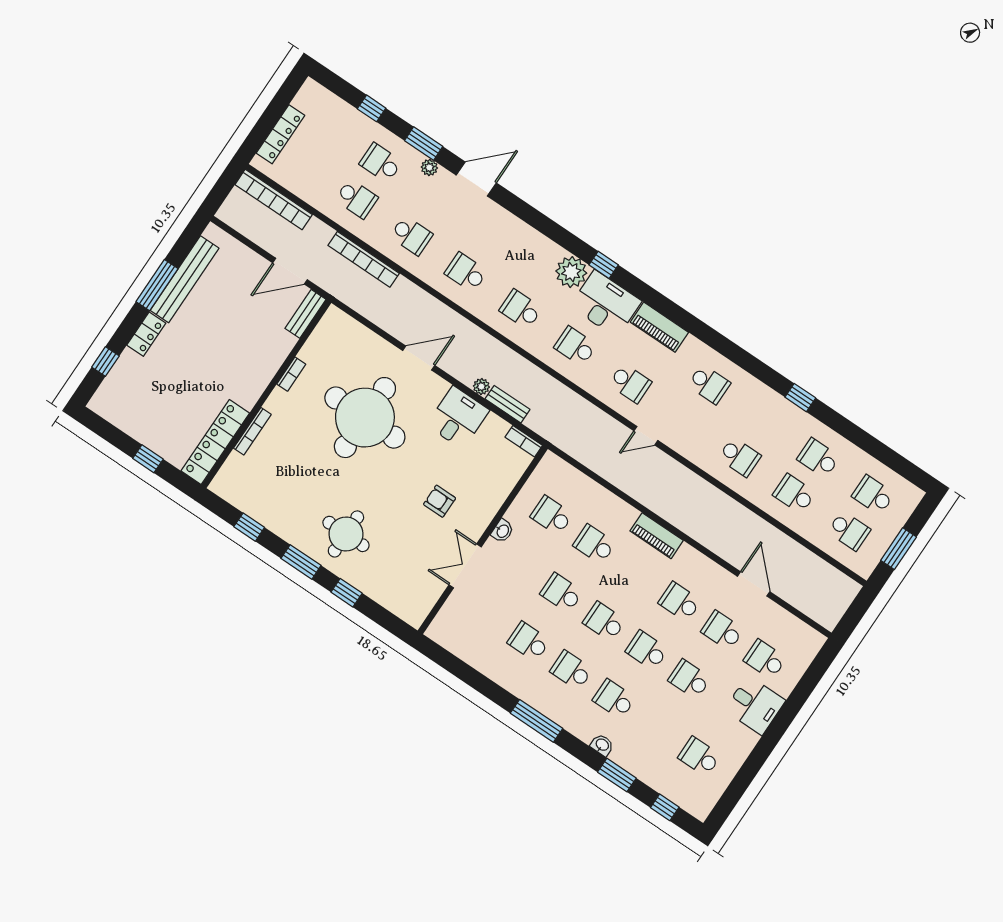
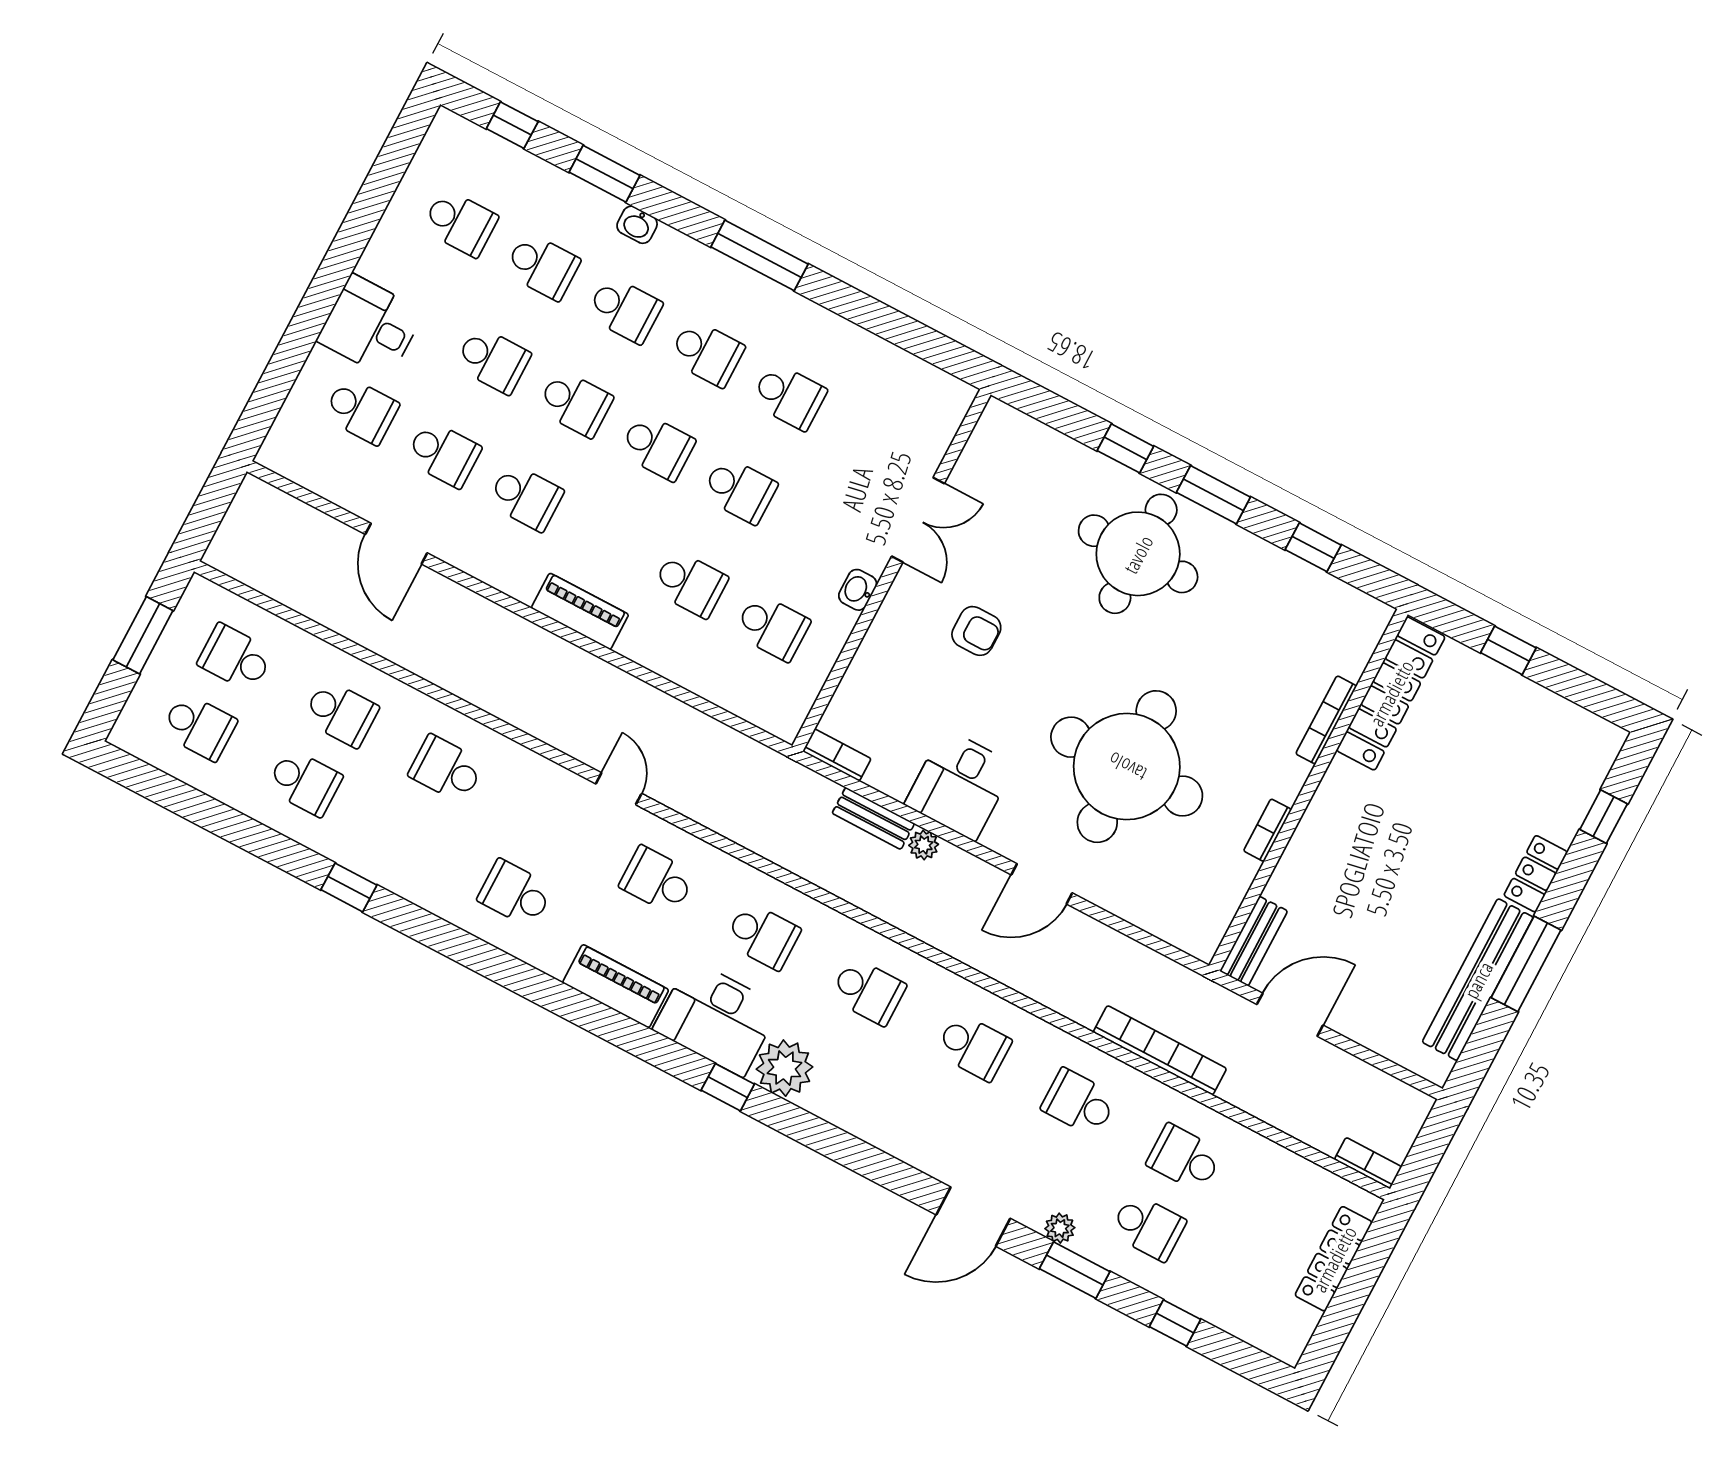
bookcase: (274, 200) -> (1368, 1163), width x0.43, depth x0.76
door: (646, 436) -> (619, 789), hinge flipped
round table: (346, 534) -> (1138, 554), width x1.36, depth x1.36
school desk: (657, 728) -> (542, 266), added

